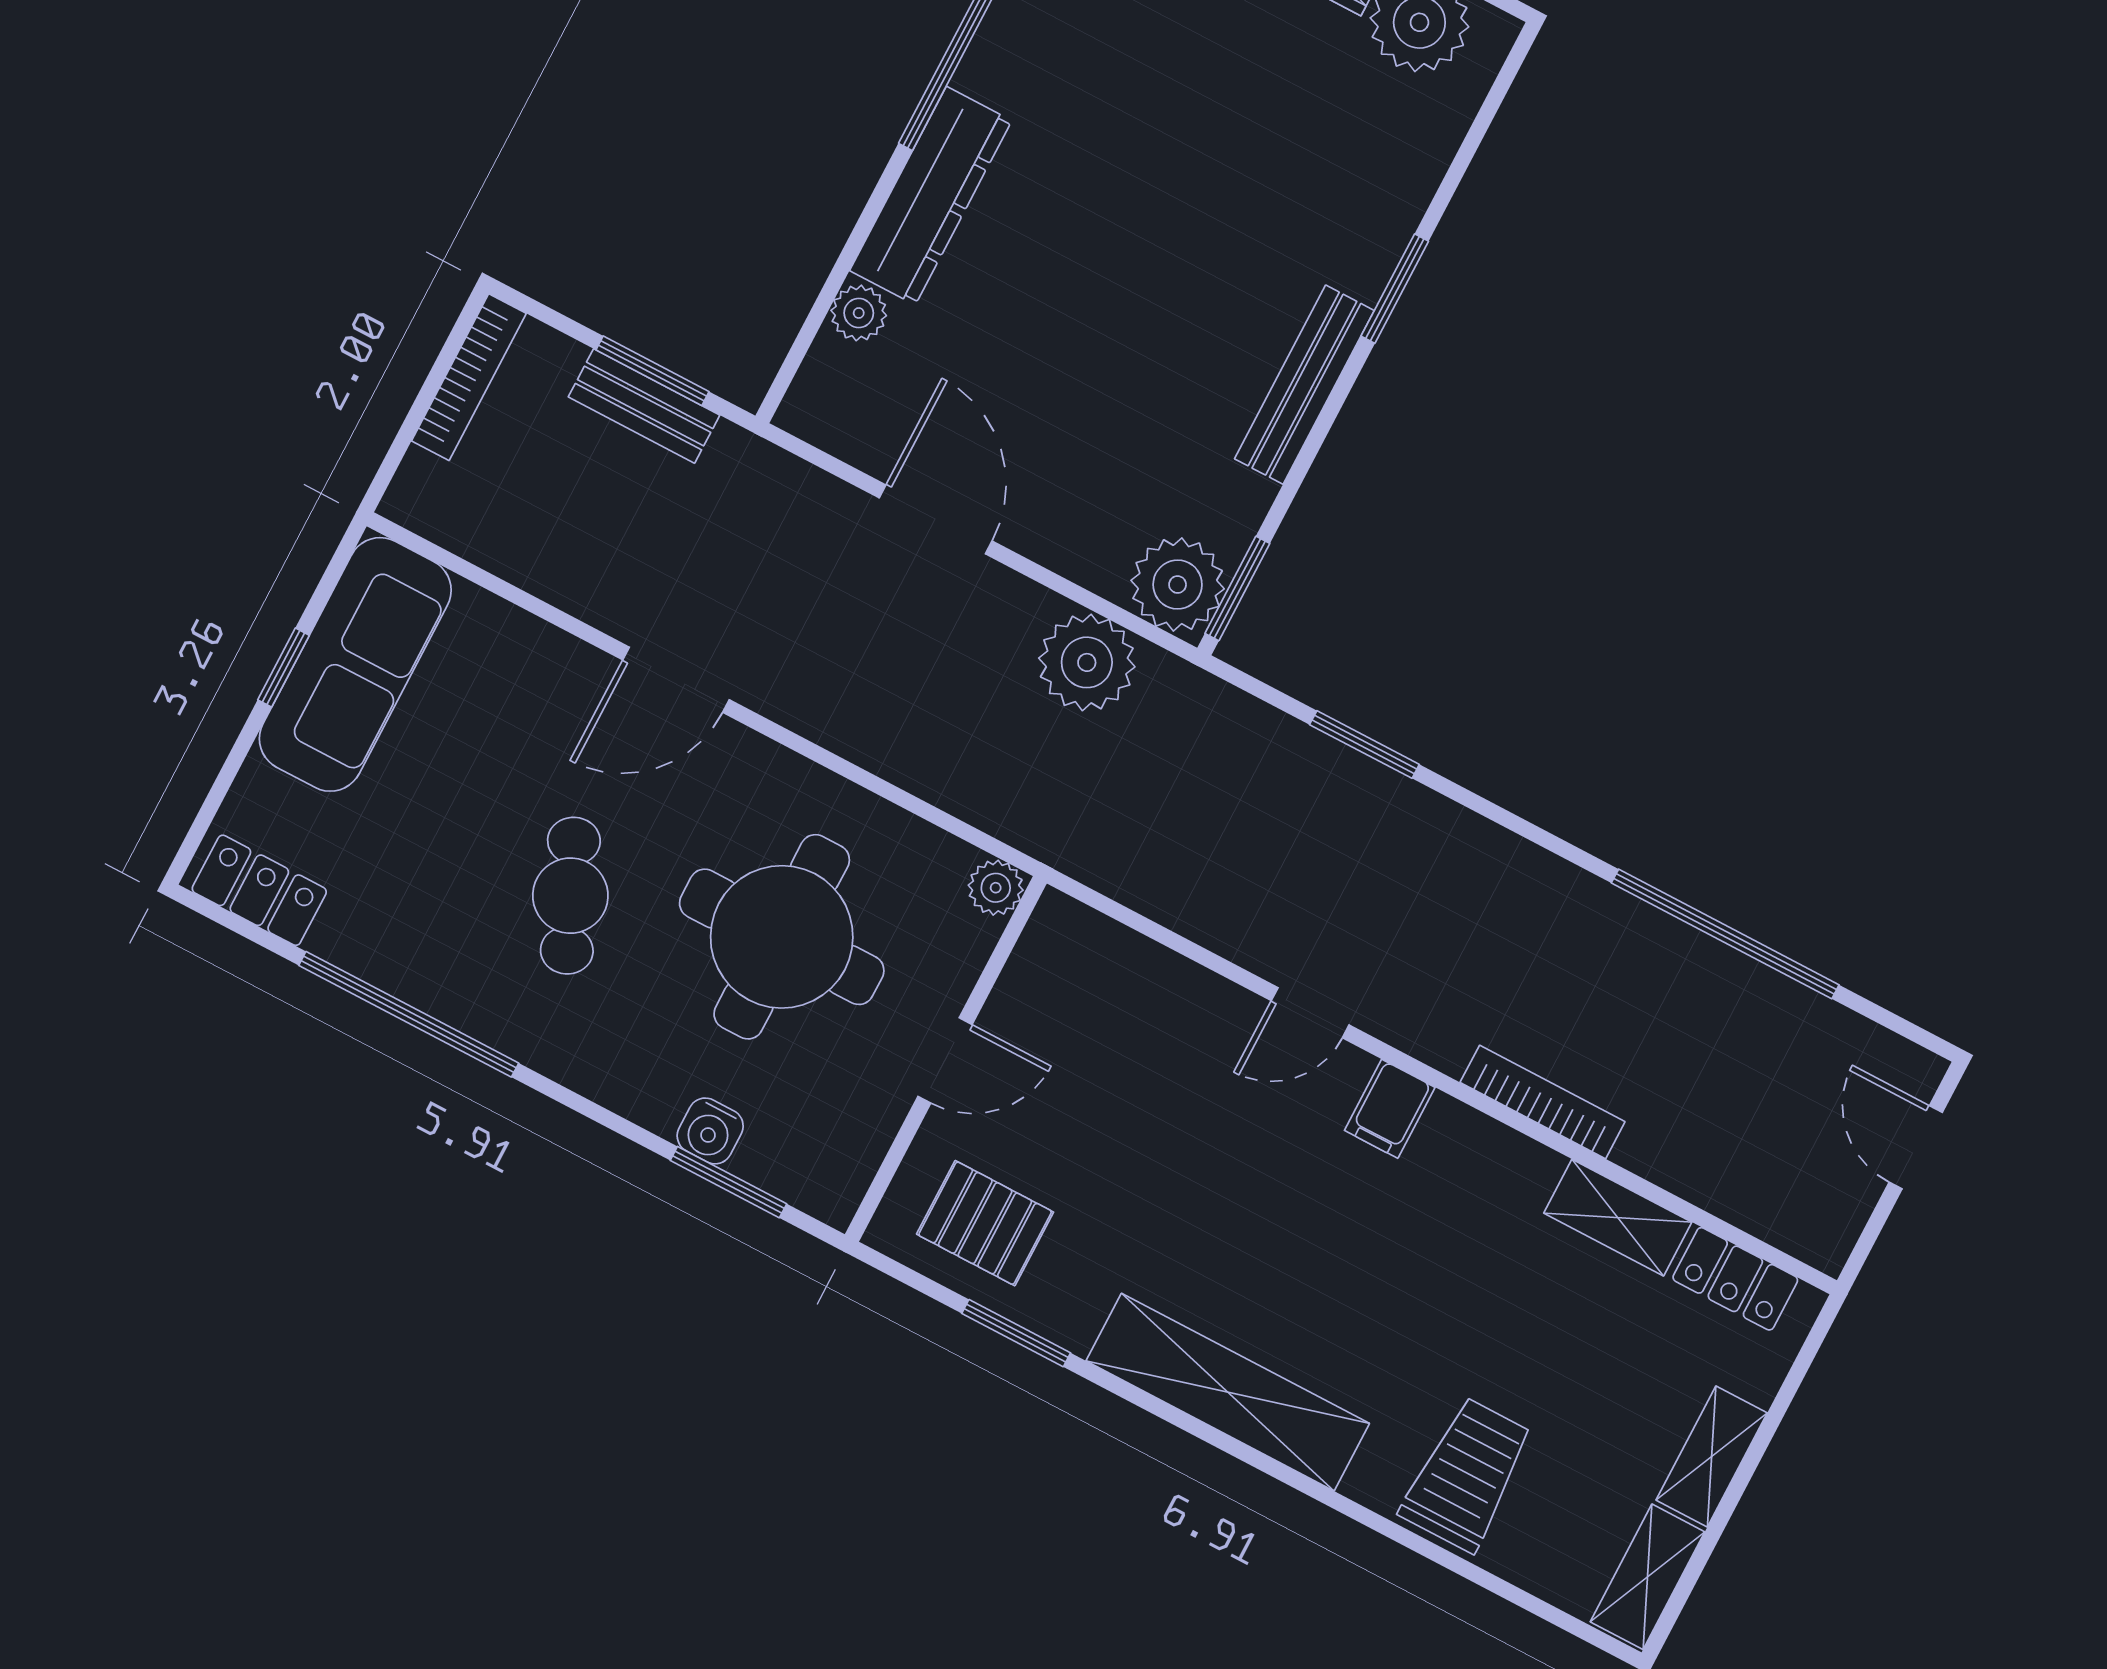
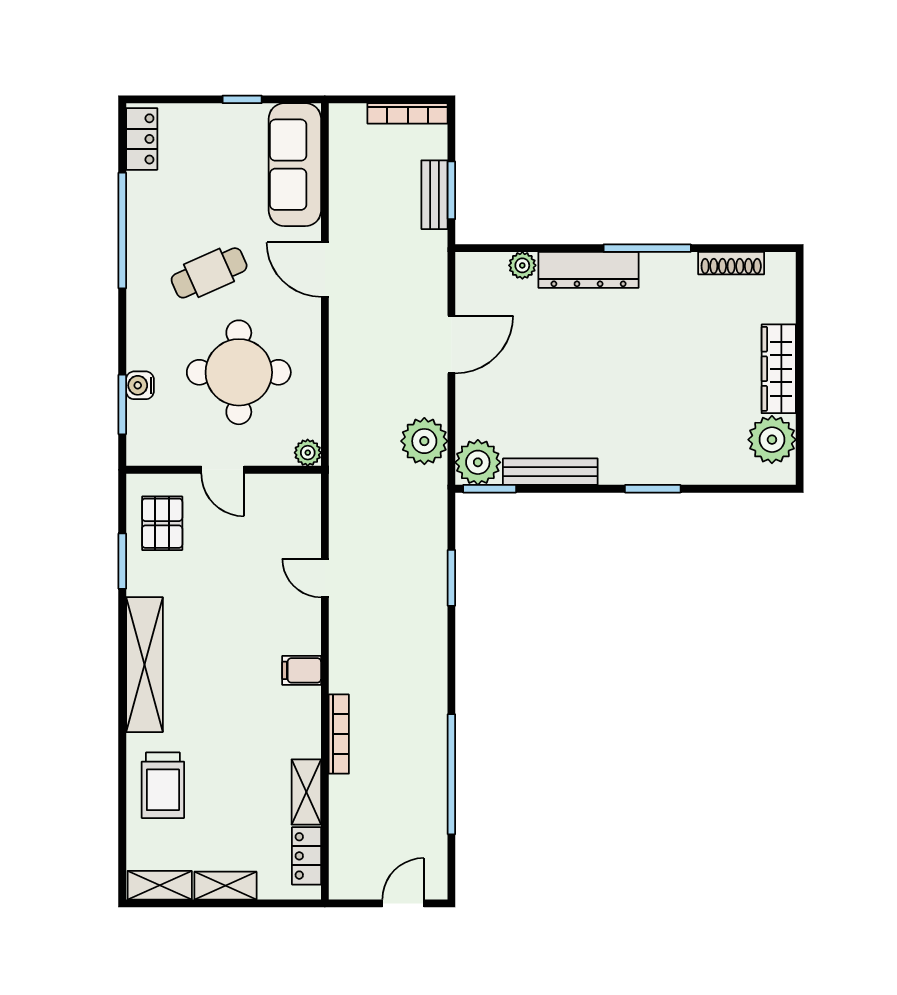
bench: (1304, 385) -> (550, 472), moved
sofa: (355, 664) -> (295, 165), moved, turned 90
door: (1310, 1013) -> (325, 578), moved
trolley: (1467, 1474) -> (163, 785), turned 90

